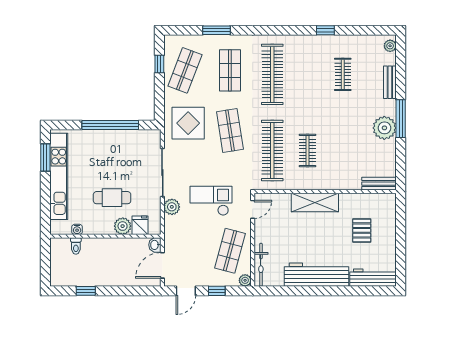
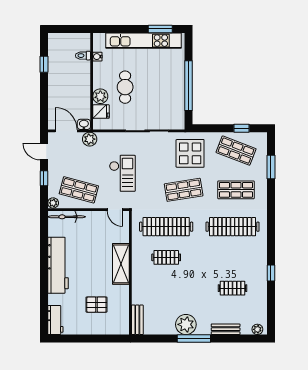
window: (216, 30) -> (271, 167), moved
plant: (172, 207) -> (90, 139), moved
workbench: (373, 278) -> (55, 320), width x0.73

